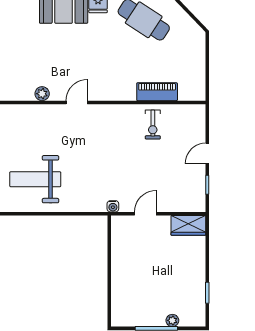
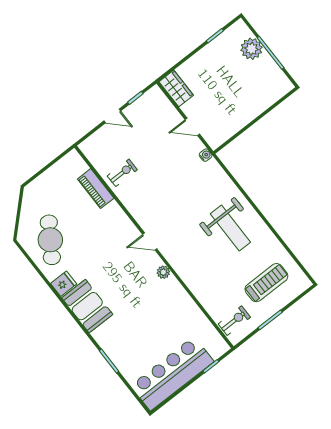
plant: (172, 320) -> (251, 49), width x1.88, depth x1.88

